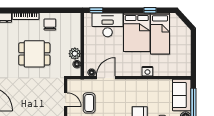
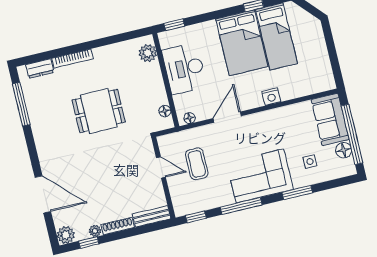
chair: (50, 24) -> (111, 62), removed
desk: (108, 25) -> (184, 68), moved, turned -90
plant: (75, 54) -> (148, 53), moved
door: (106, 78) -> (227, 117), moved

